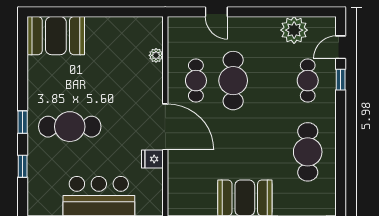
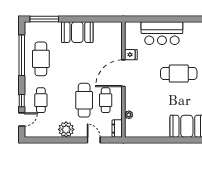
plant: (294, 30) -> (66, 129), moved
dresser: (176, 32) -> (117, 129), added
door: (165, 127) -> (123, 73), hinge flipped
window: (341, 158) -> (22, 55), added

